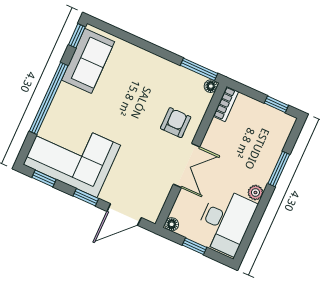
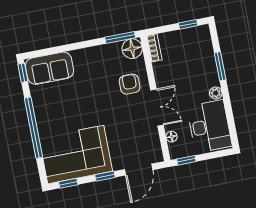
sofa: (88, 61) -> (50, 68), moved, turned 90
floor lamp: (211, 86) -> (132, 49), width x1.89, depth x1.89
floor lamp: (172, 224) -> (172, 137), moved
window: (195, 246) -> (186, 160), moved

